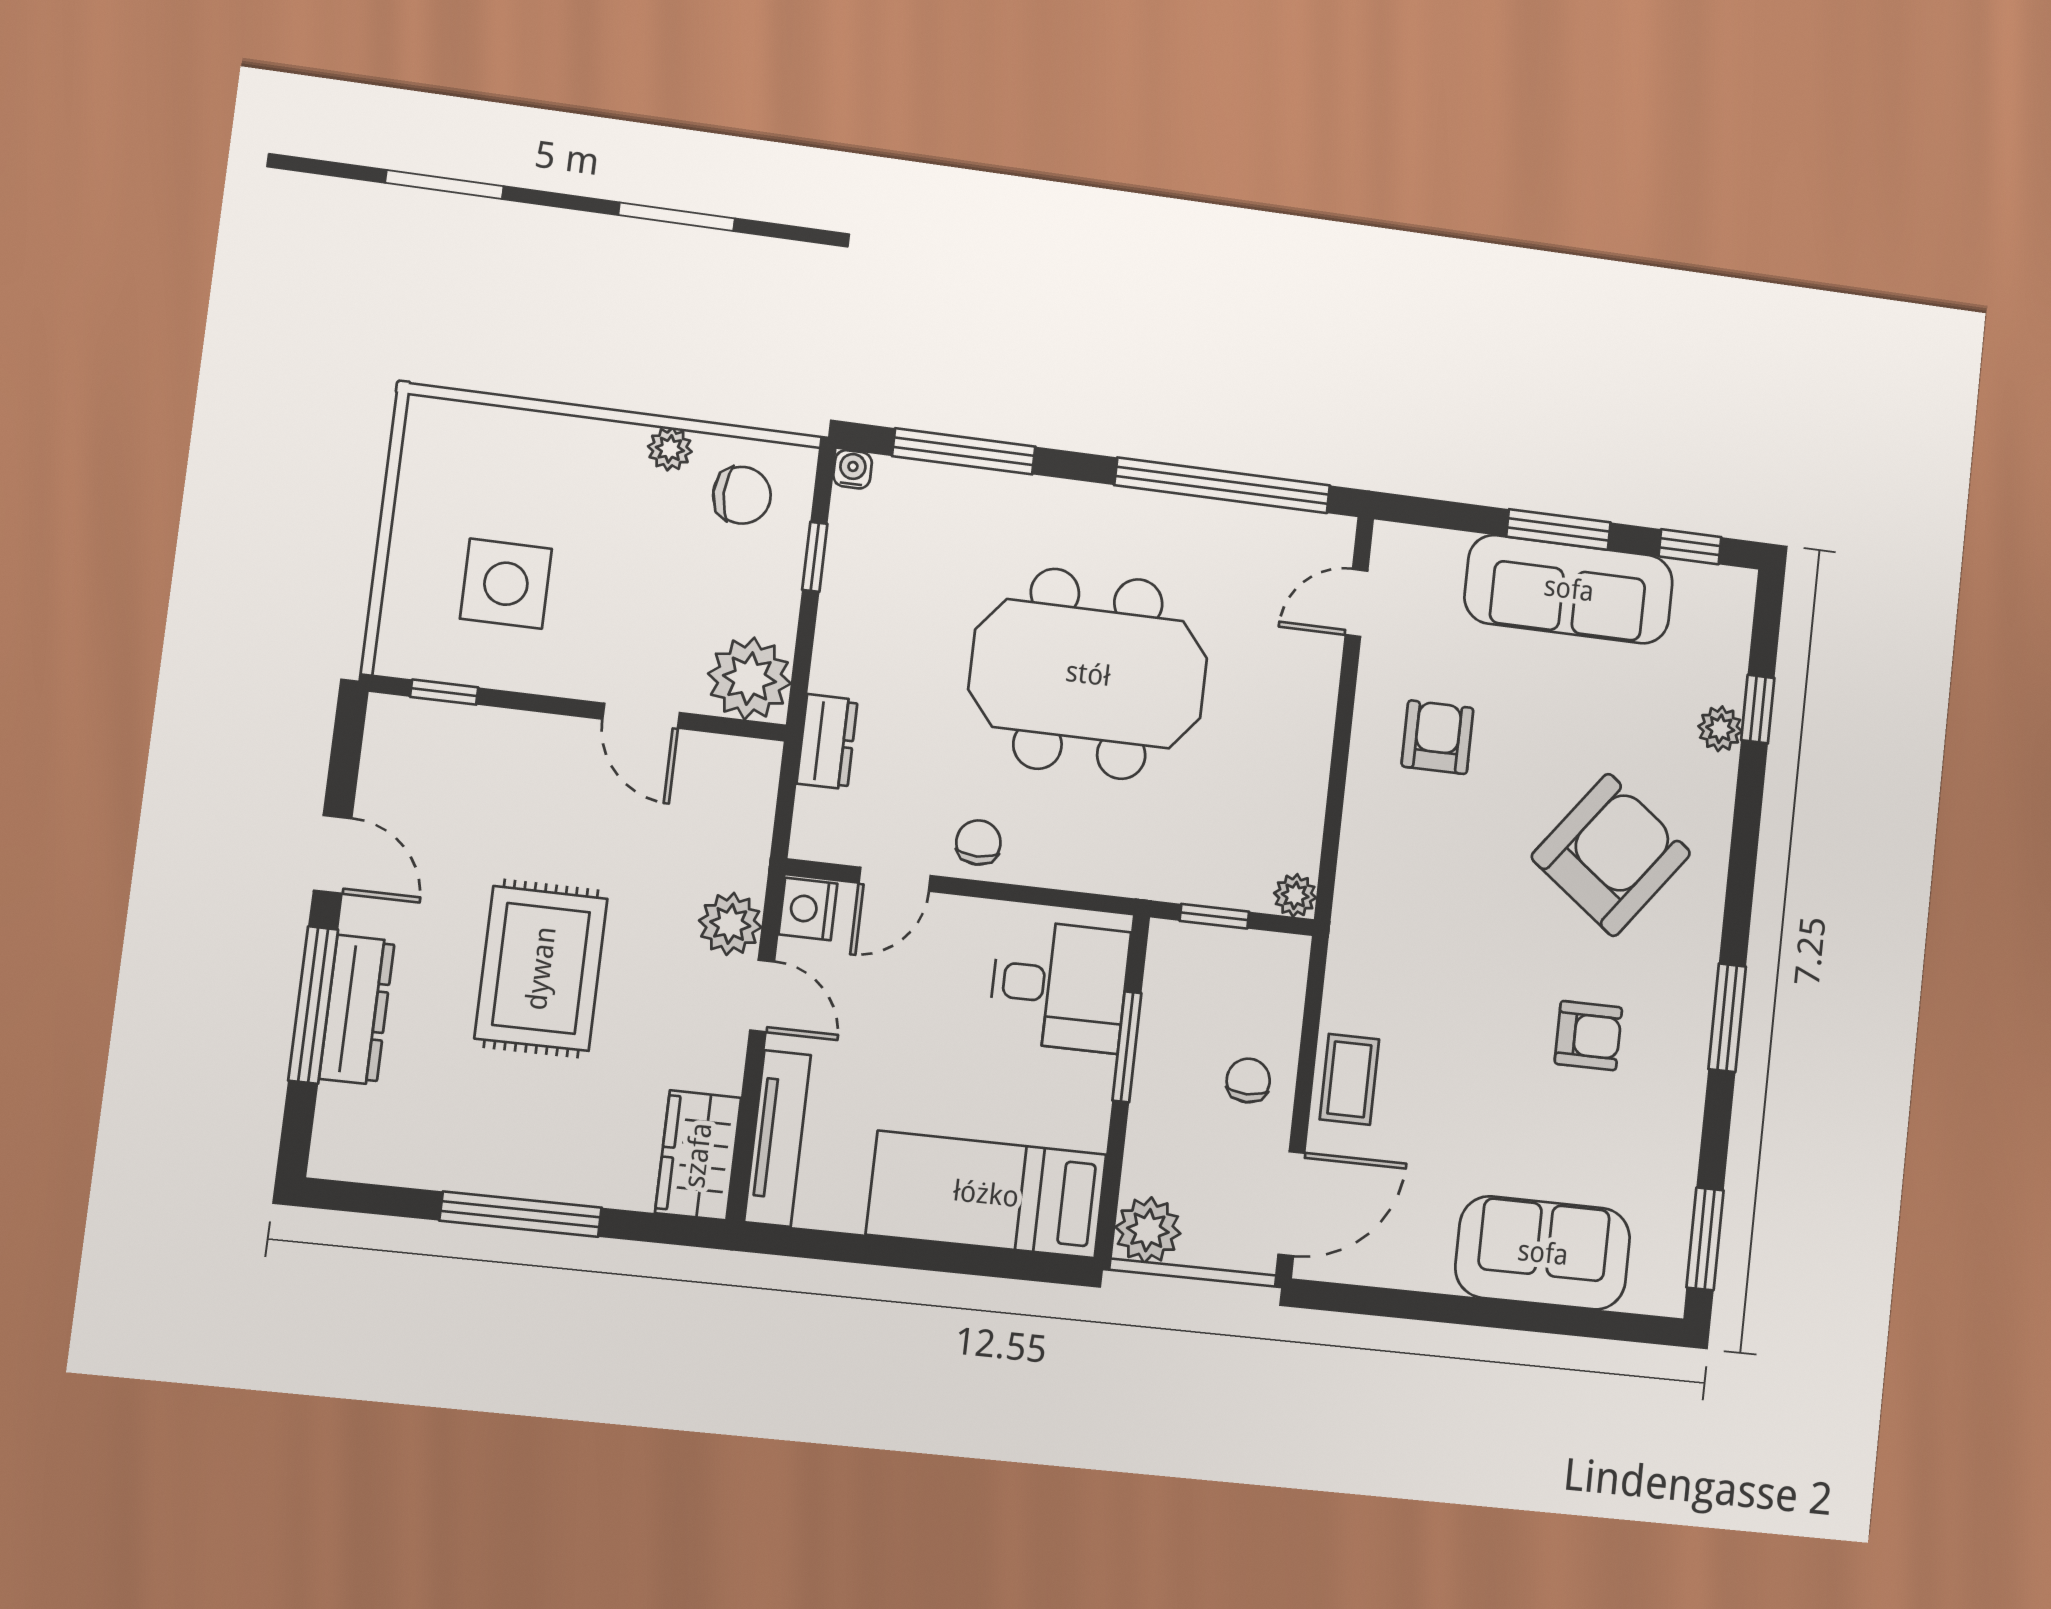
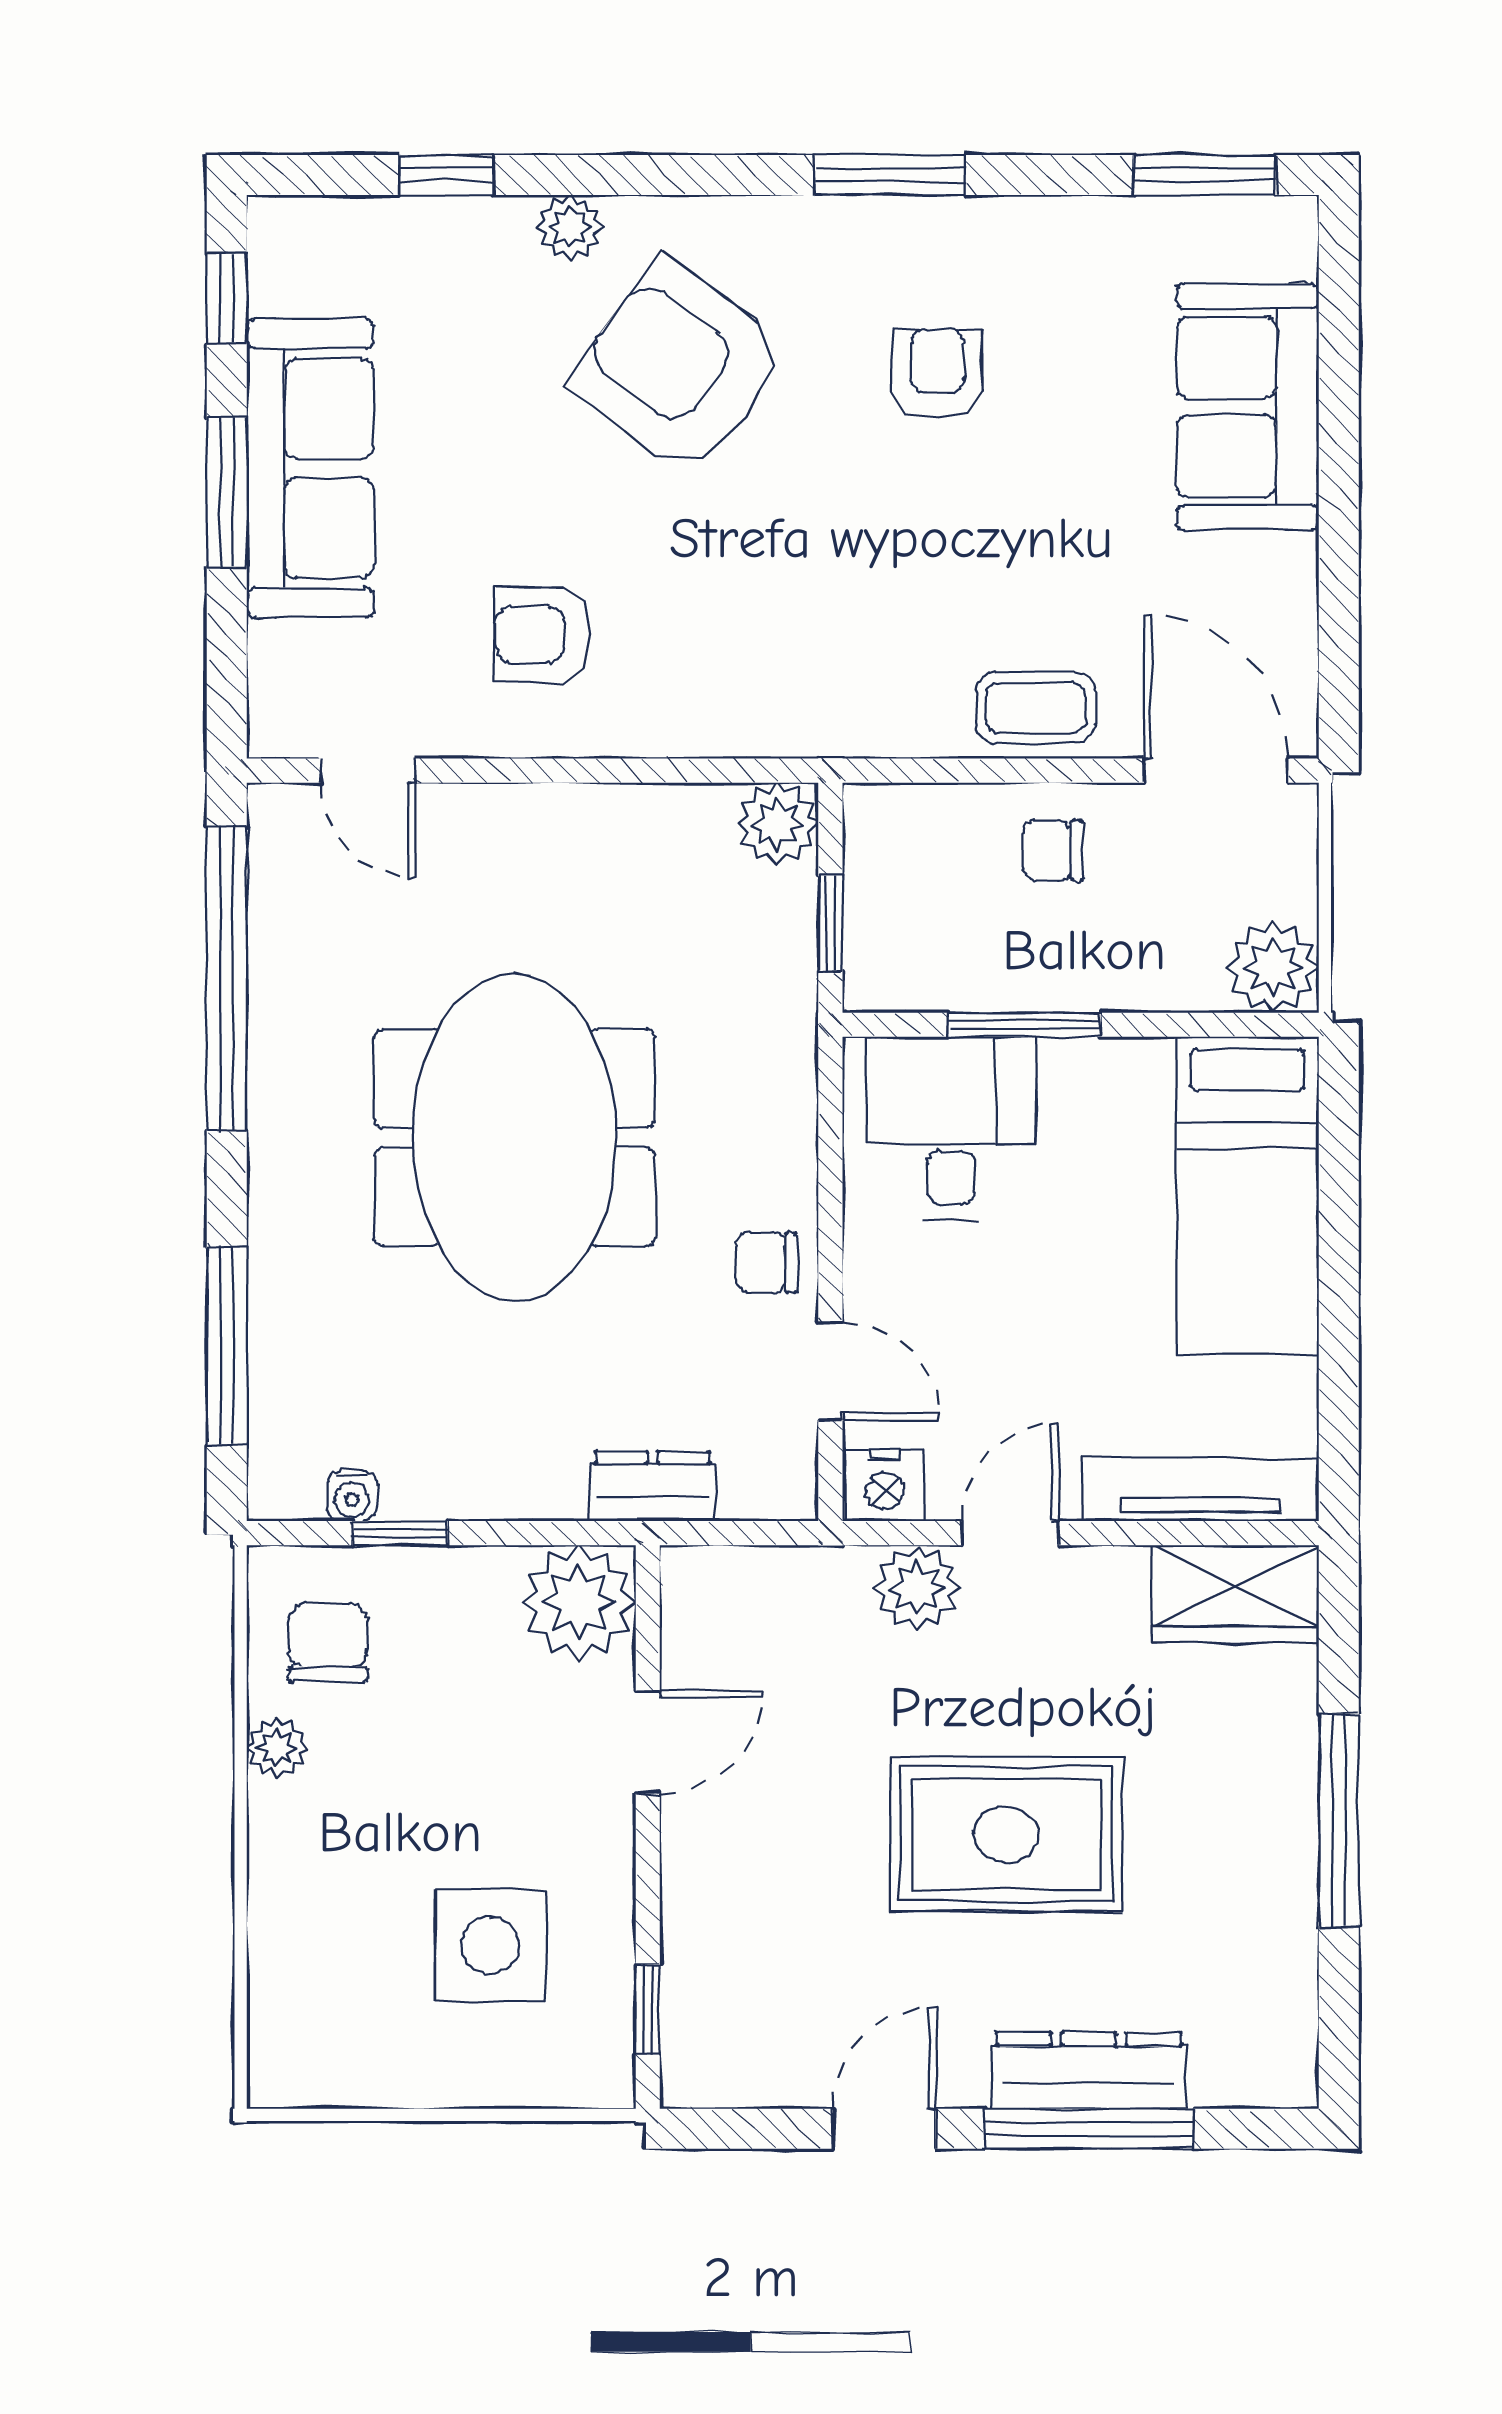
water cooler: (853, 469) -> (352, 1496), moved, turned -90
plant: (1720, 729) -> (570, 227), moved
plant: (1295, 895) -> (777, 824), width x1.38, depth x1.38

